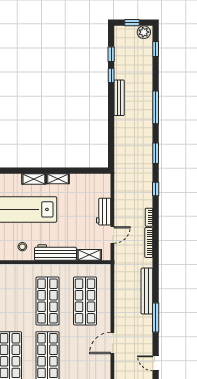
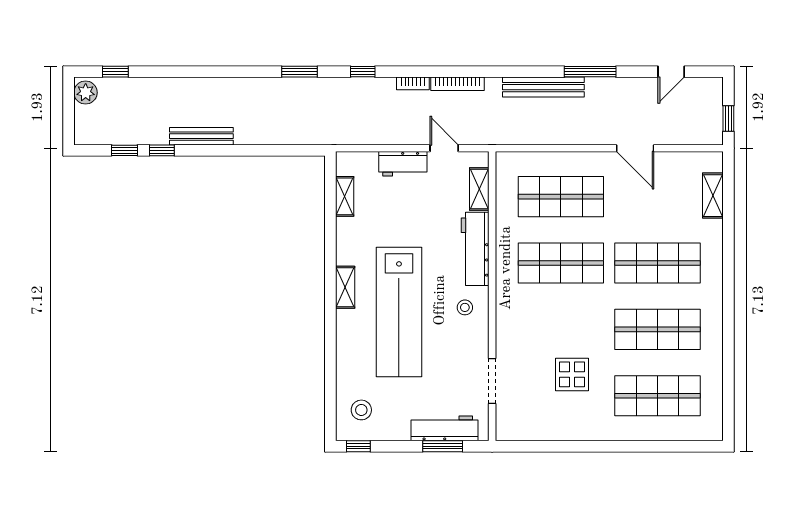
window: (132, 23) -> (69, 113), removed
window: (156, 107) -> (219, 72), removed
shelving: (58, 179) -> (345, 196), moved

